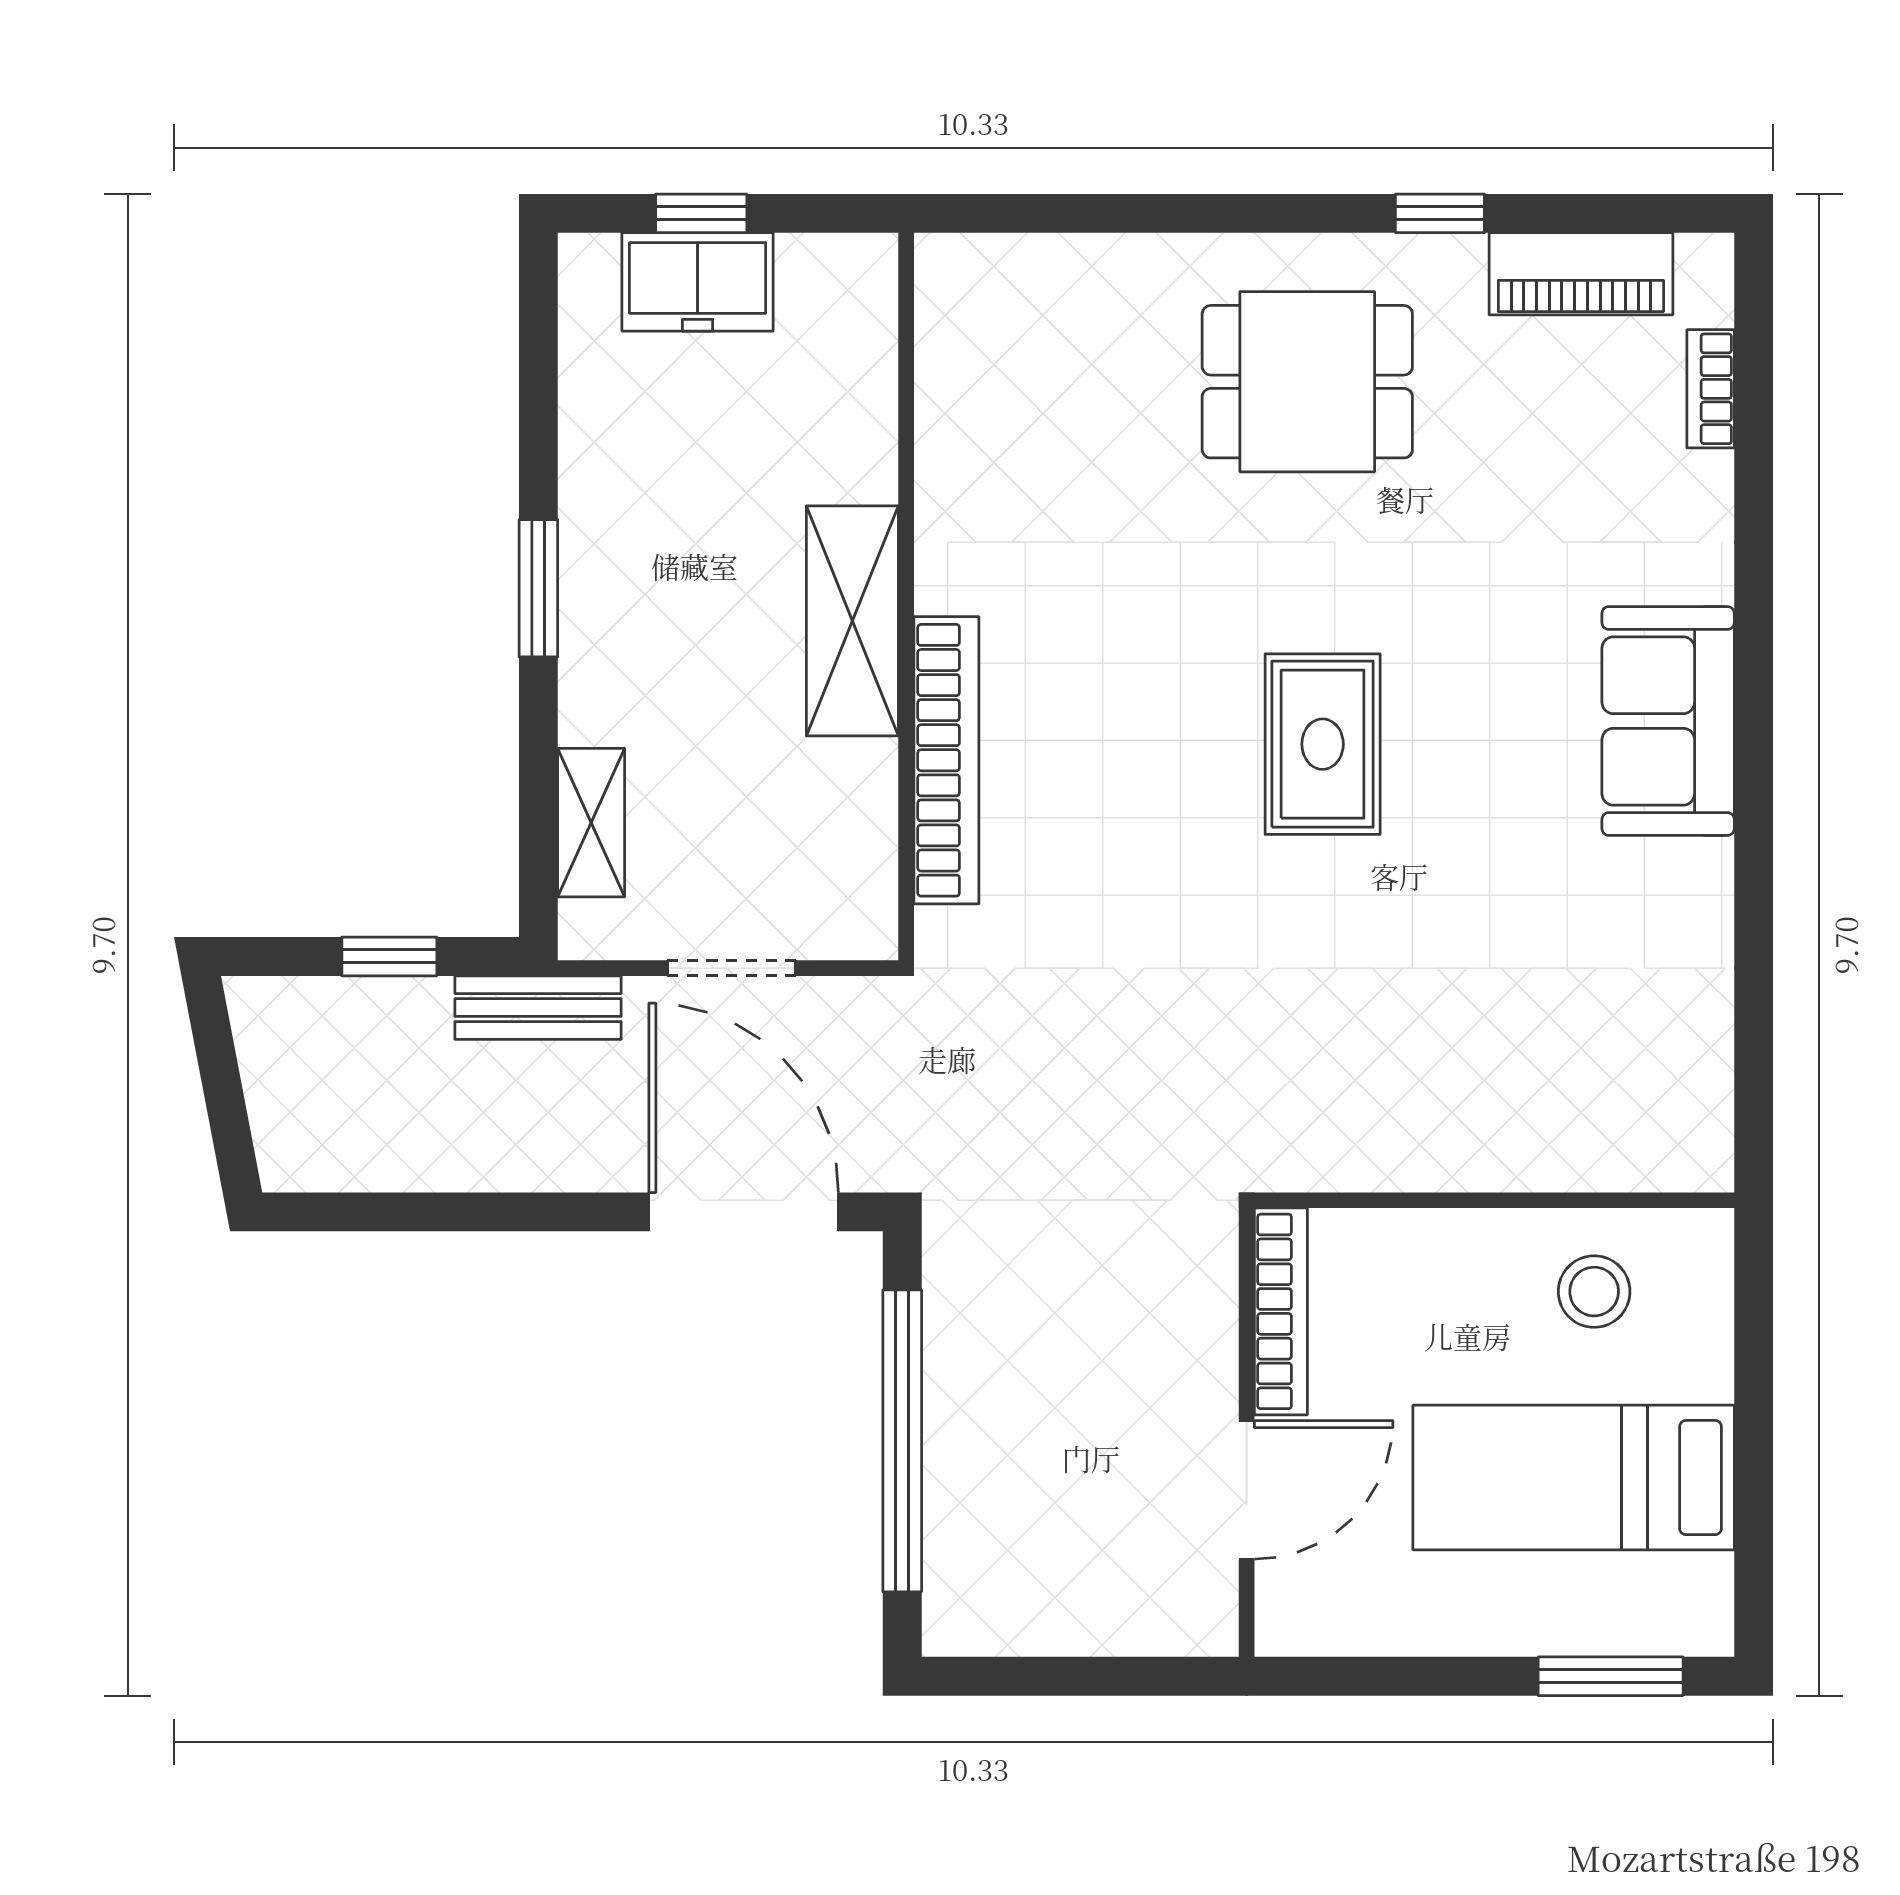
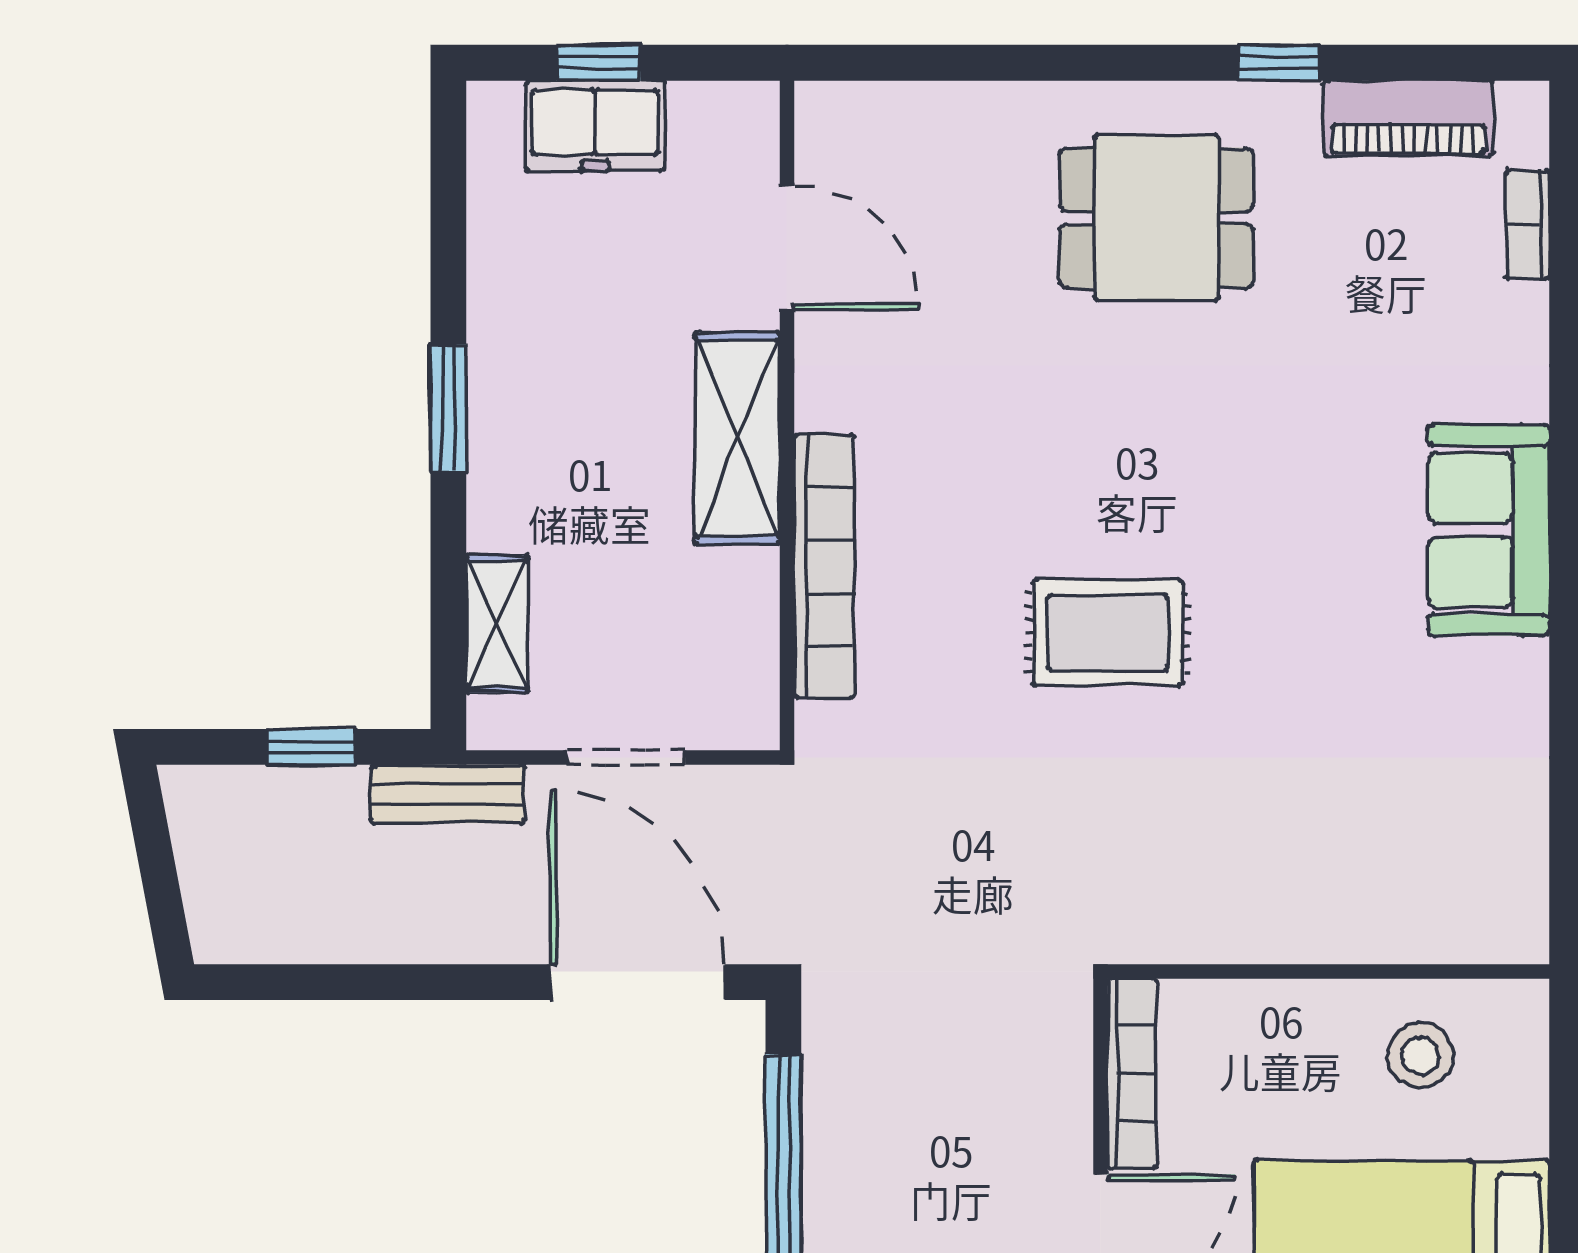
door: (906, 414) -> (787, 248), added
rug: (1323, 744) -> (1108, 633), moved, turned 90

